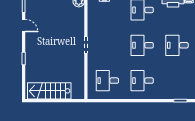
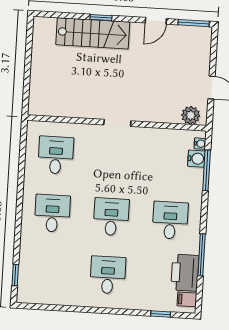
stairs: (49, 91) -> (93, 33), moved, turned 90

